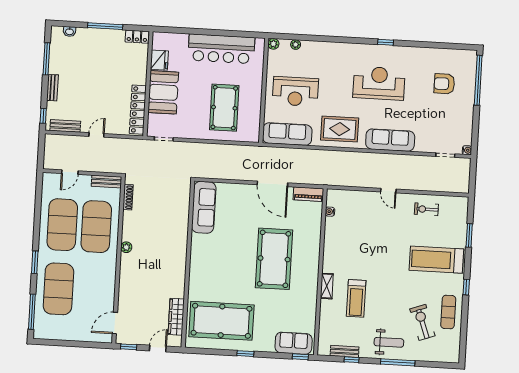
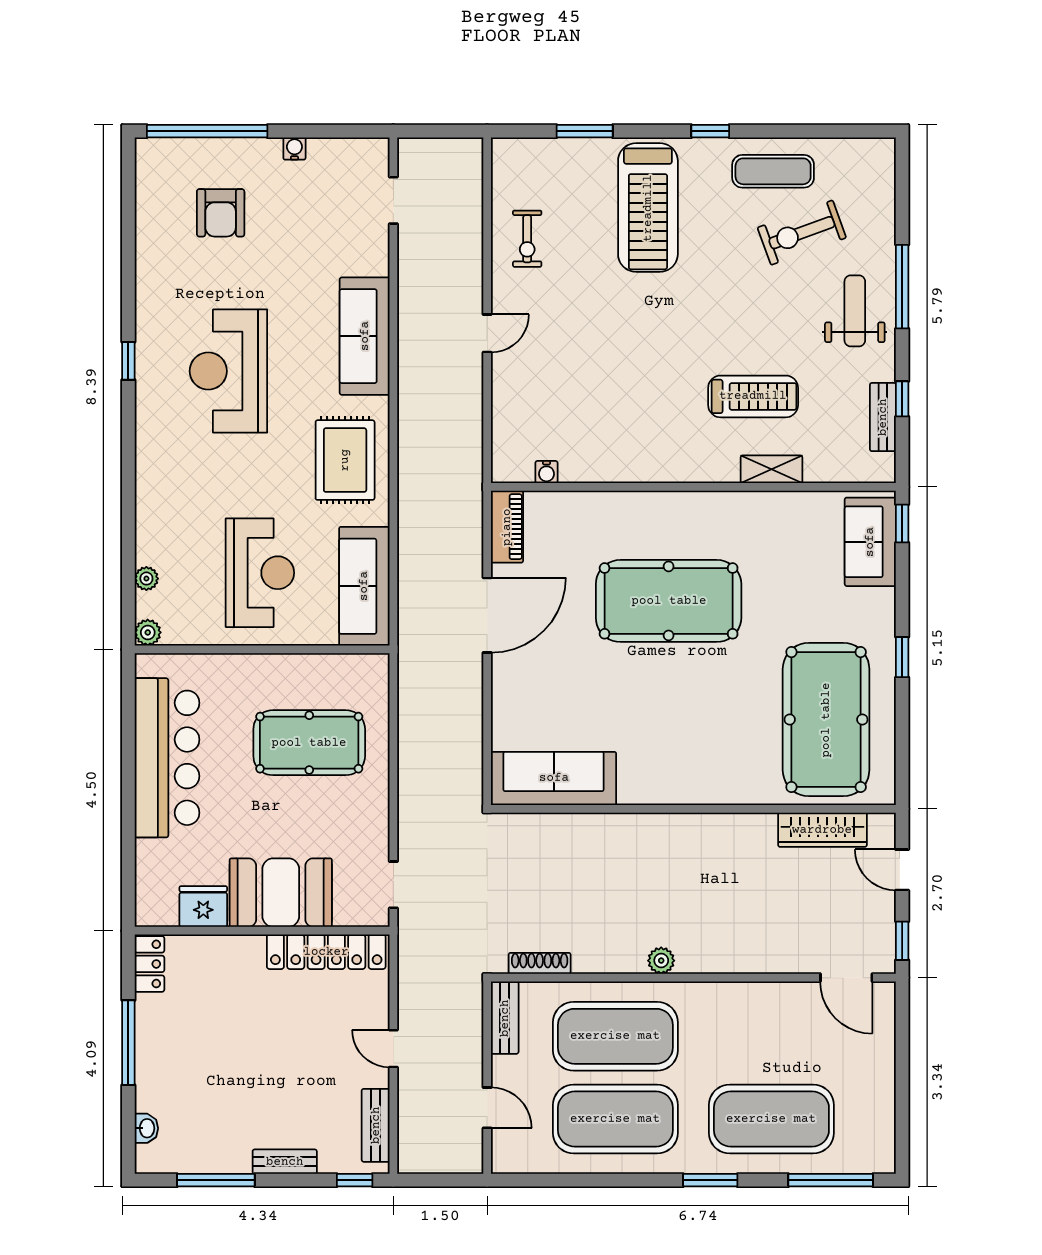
water cooler: (467, 150) -> (294, 149), moved
shelving: (327, 286) -> (772, 469), moved

